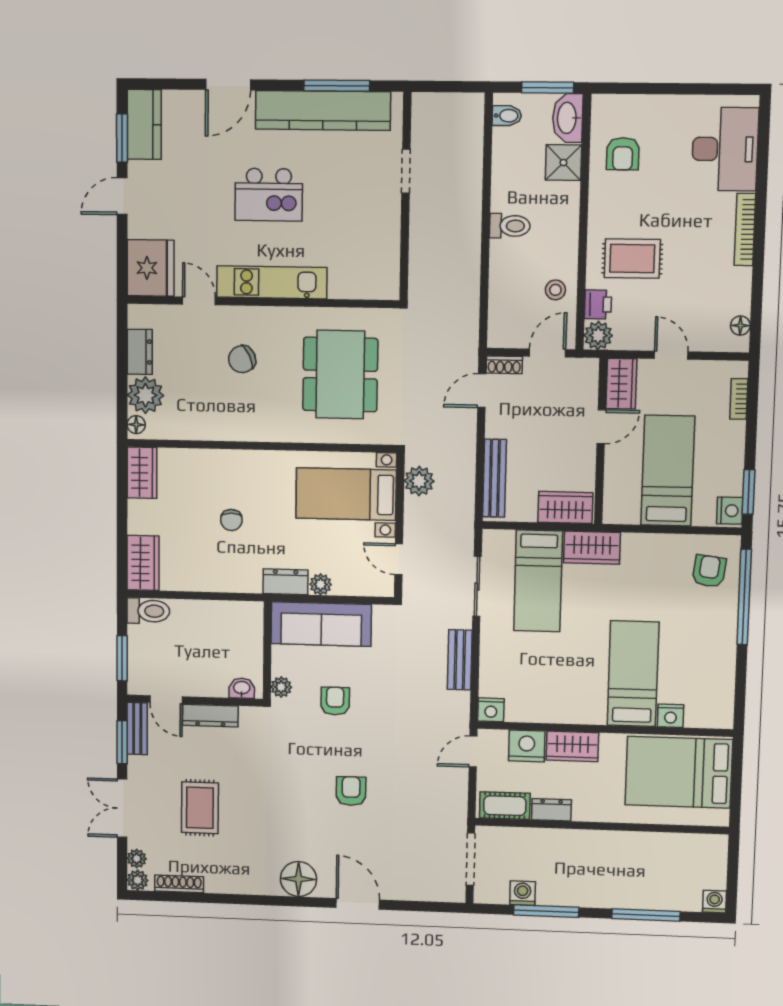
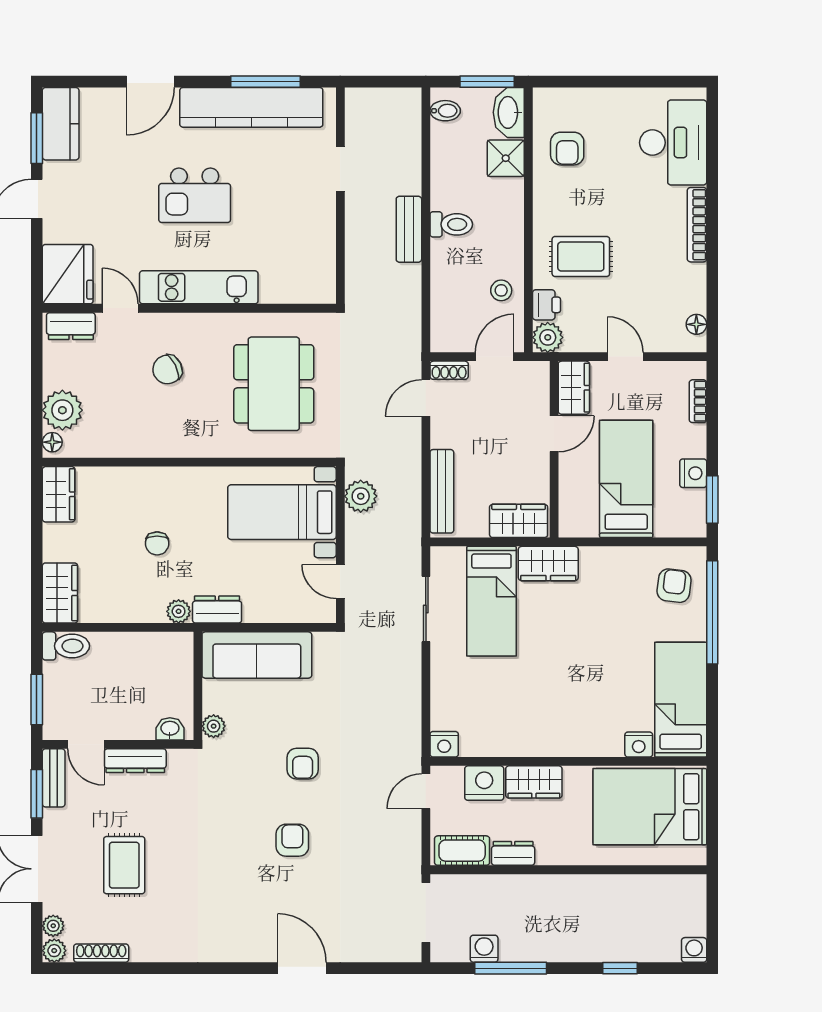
dresser: (140, 352) -> (71, 326), moved, turned 90
nightstand: (730, 511) -> (693, 473), moved
plant: (321, 584) -> (179, 611), moved
bench: (460, 660) -> (409, 229), moved
bed: (633, 674) -> (681, 700), moved
armchair: (335, 701) -> (303, 764), moved, turned 180
floor lamp: (298, 879) -> (235, 942), removed
window: (646, 915) -> (620, 968), width x0.46

